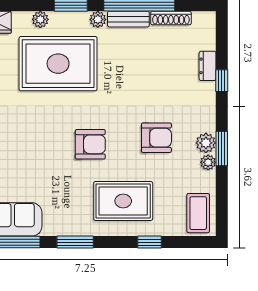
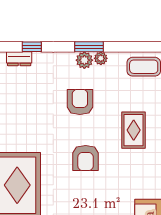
armchair: (90, 144) -> (86, 158), turned 180
rug: (123, 201) -> (134, 130), width x0.73, depth x0.70

